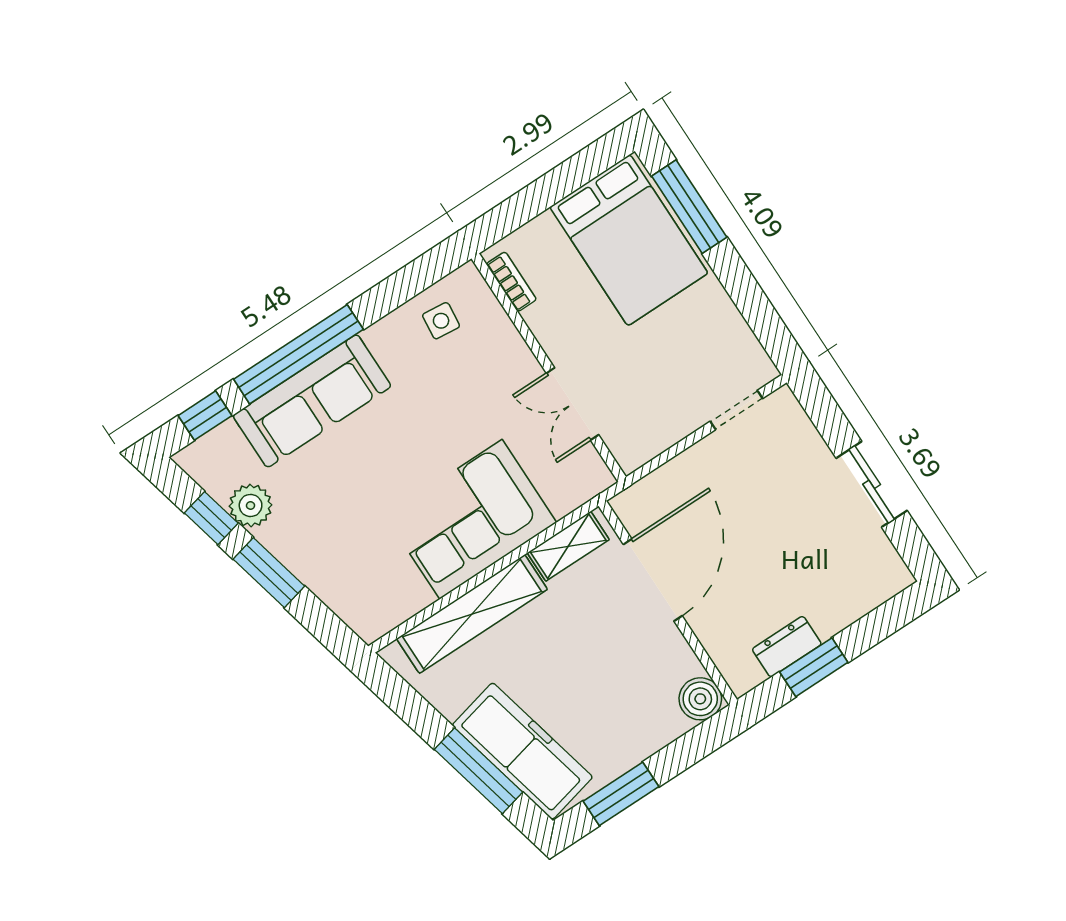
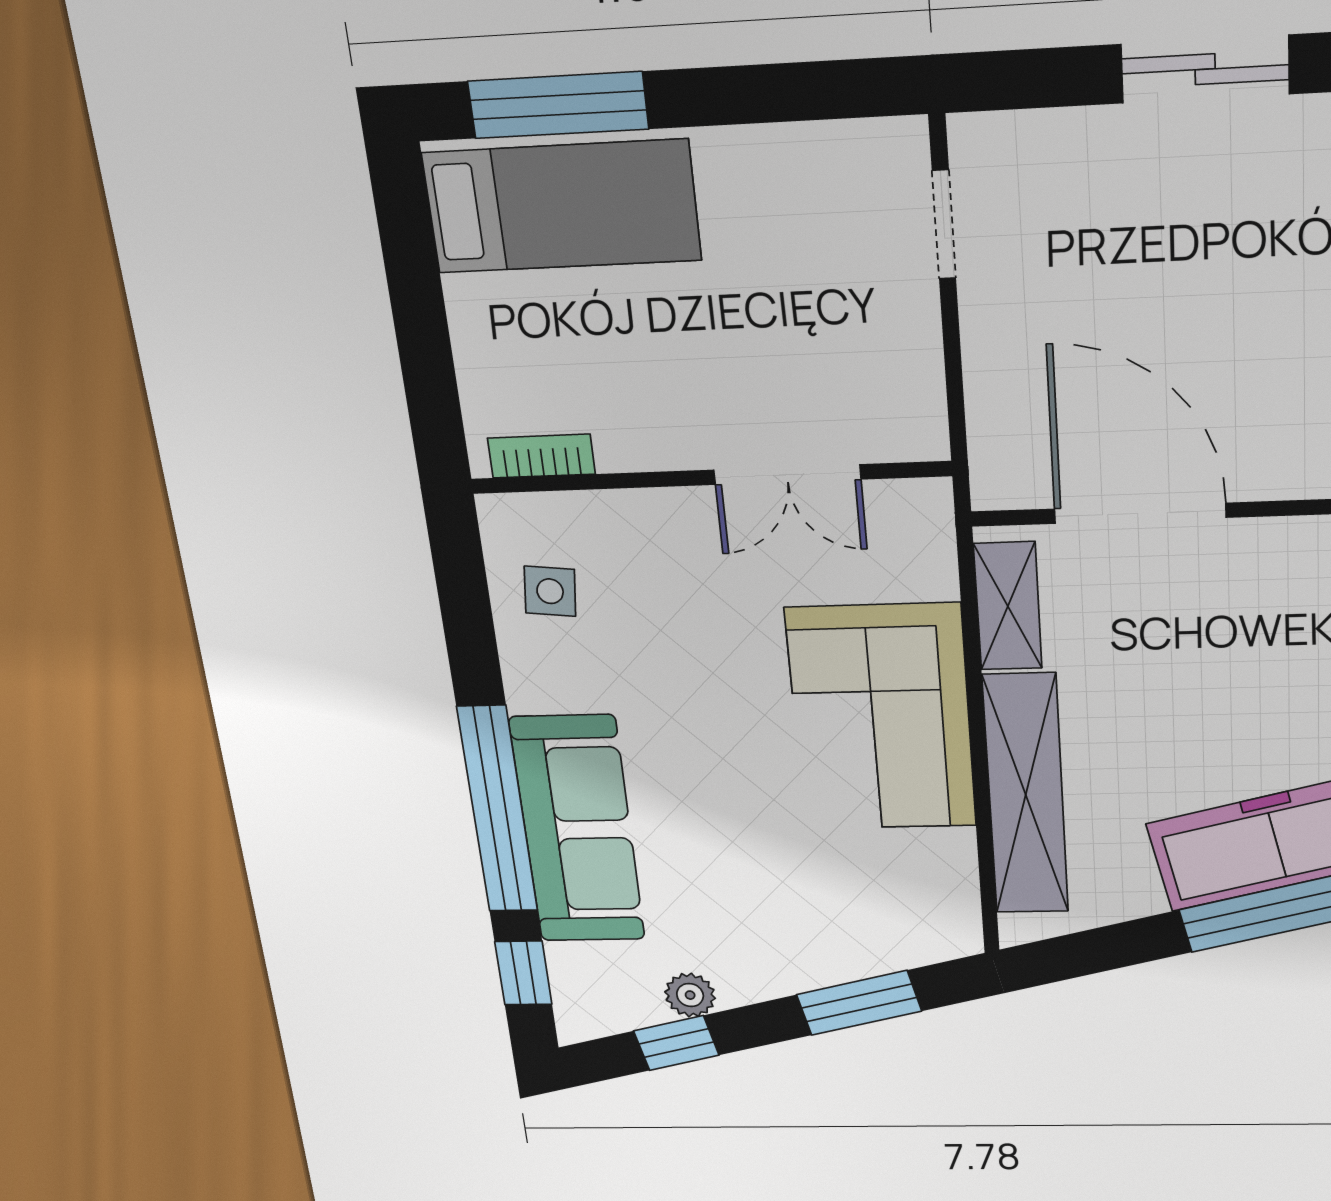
bed: (629, 240) -> (562, 207), width x0.67
plant: (251, 505) -> (690, 995), width x0.73, depth x0.73
window: (269, 573) -> (859, 1003), moved

